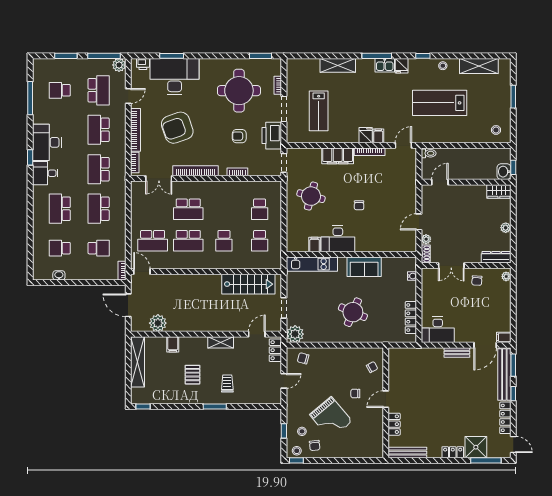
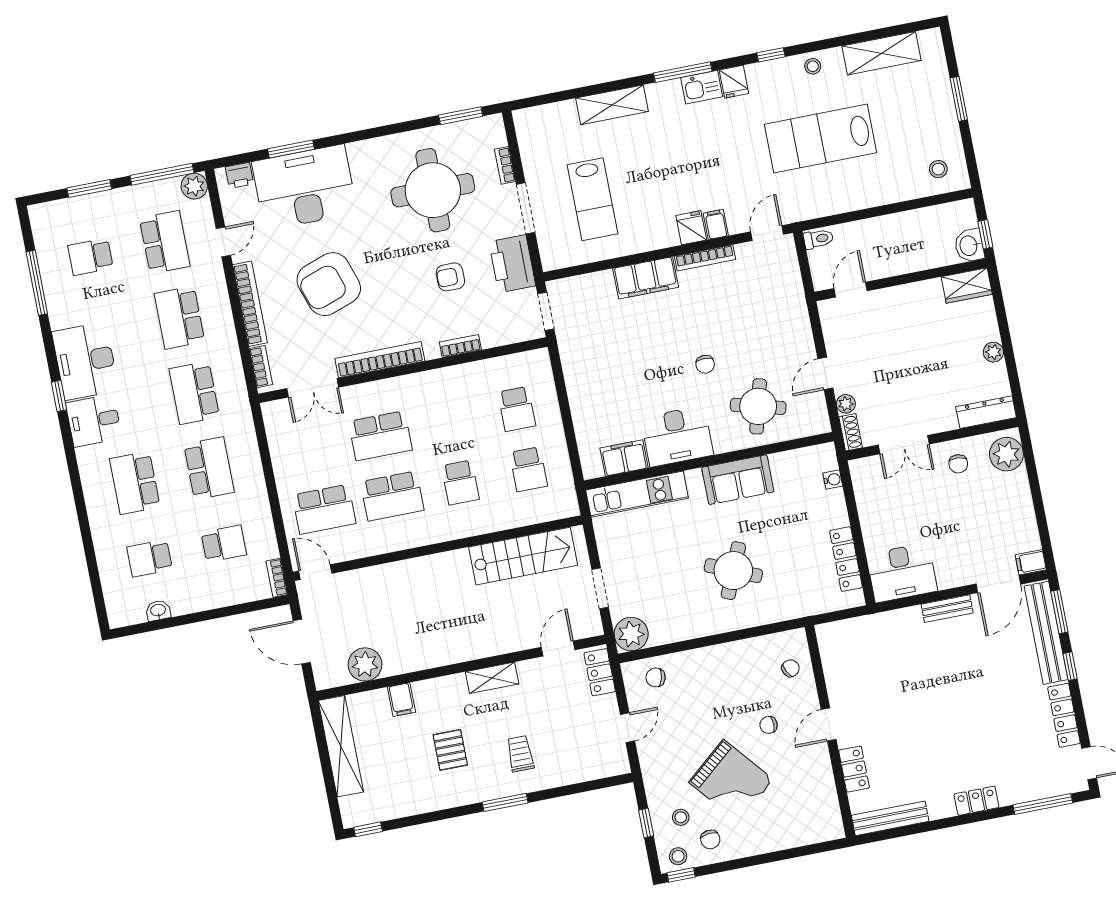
round table: (311, 196) -> (758, 406), moved
school desk: (99, 209) -> (209, 468), turned 180
filing cabinet: (315, 245) -> (624, 458), width x2.00
plant: (506, 276) -> (1006, 454), width x1.87, depth x1.87
shower: (476, 447) -> (1019, 782), removed

